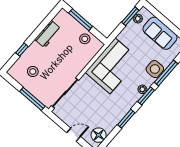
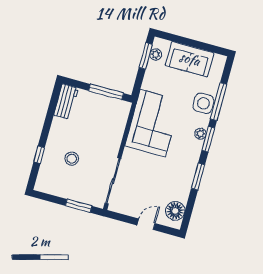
window: (81, 20) -> (106, 92), moved
workbench: (48, 34) -> (66, 102), moved
stool: (85, 39) -> (106, 107), removed
stool: (33, 71) -> (72, 159), moved
window: (32, 99) -> (79, 206), width x0.69

